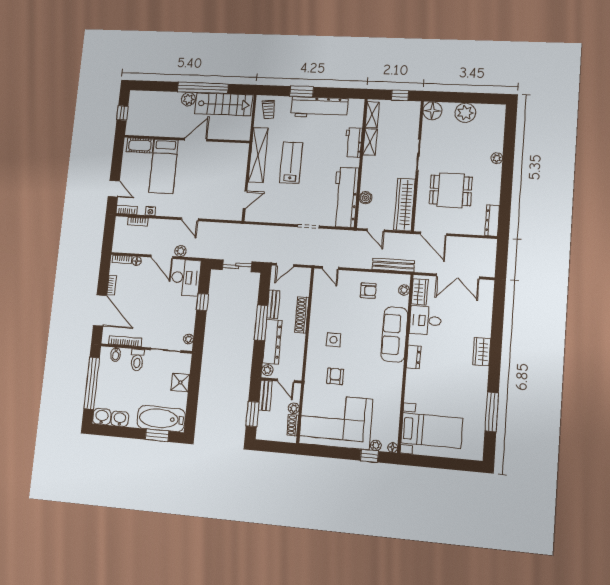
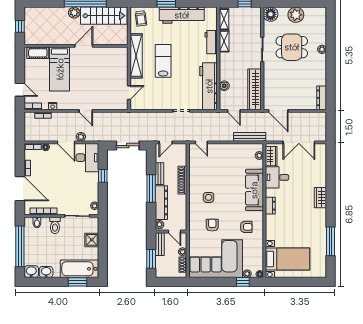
dining table: (451, 190) -> (292, 47), moved
armchair: (368, 291) -> (246, 227), moved

